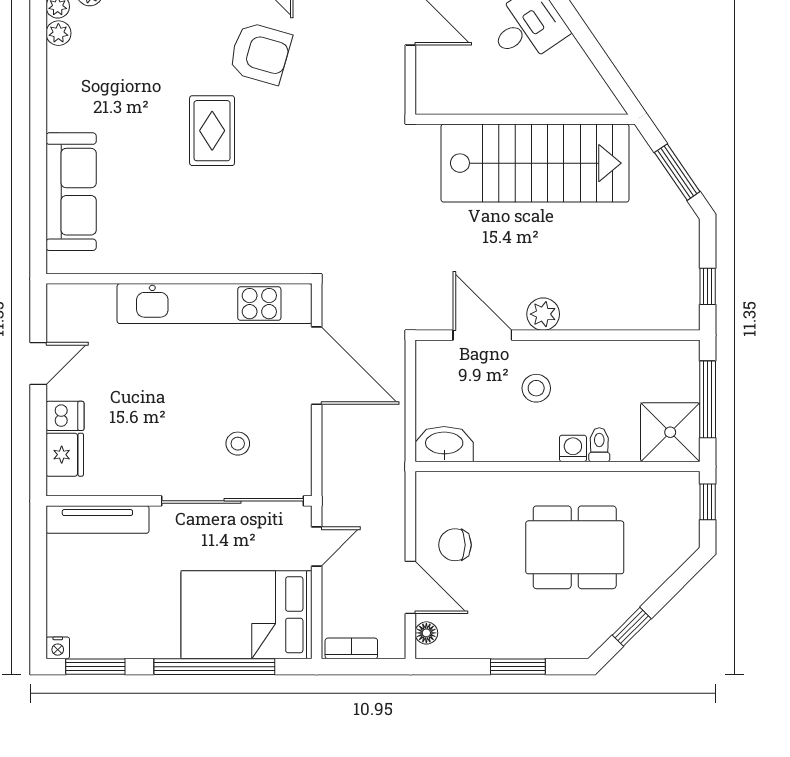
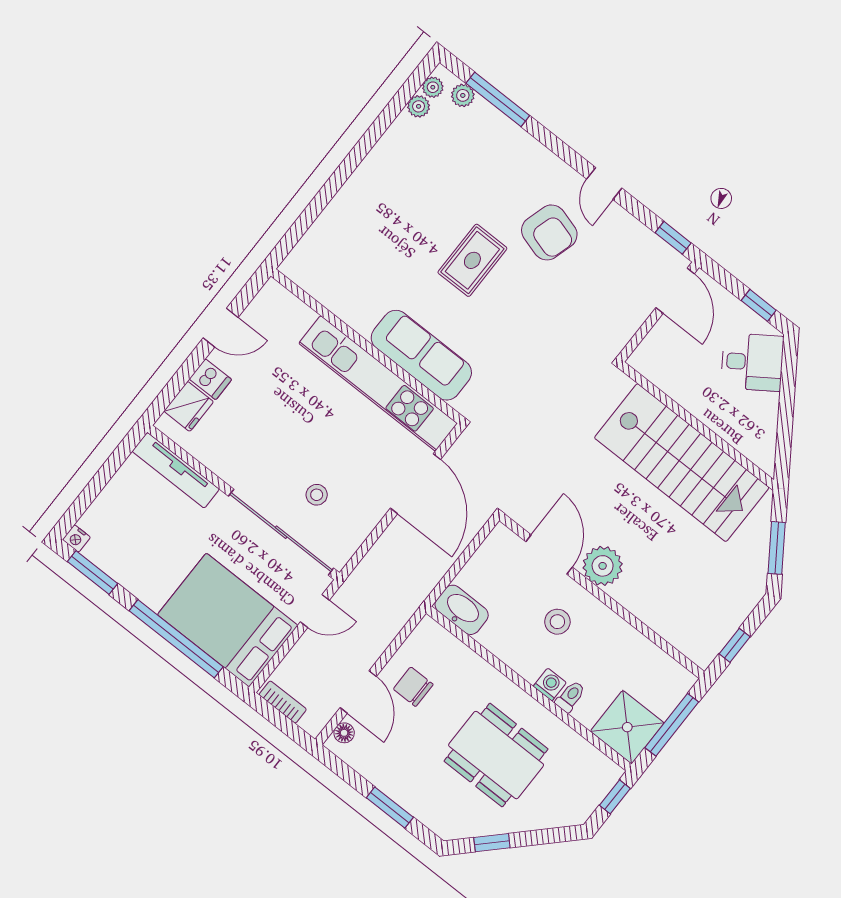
sofa: (71, 192) -> (421, 355), moved, turned -90
plant: (543, 314) -> (603, 566), width x1.36, depth x1.36

